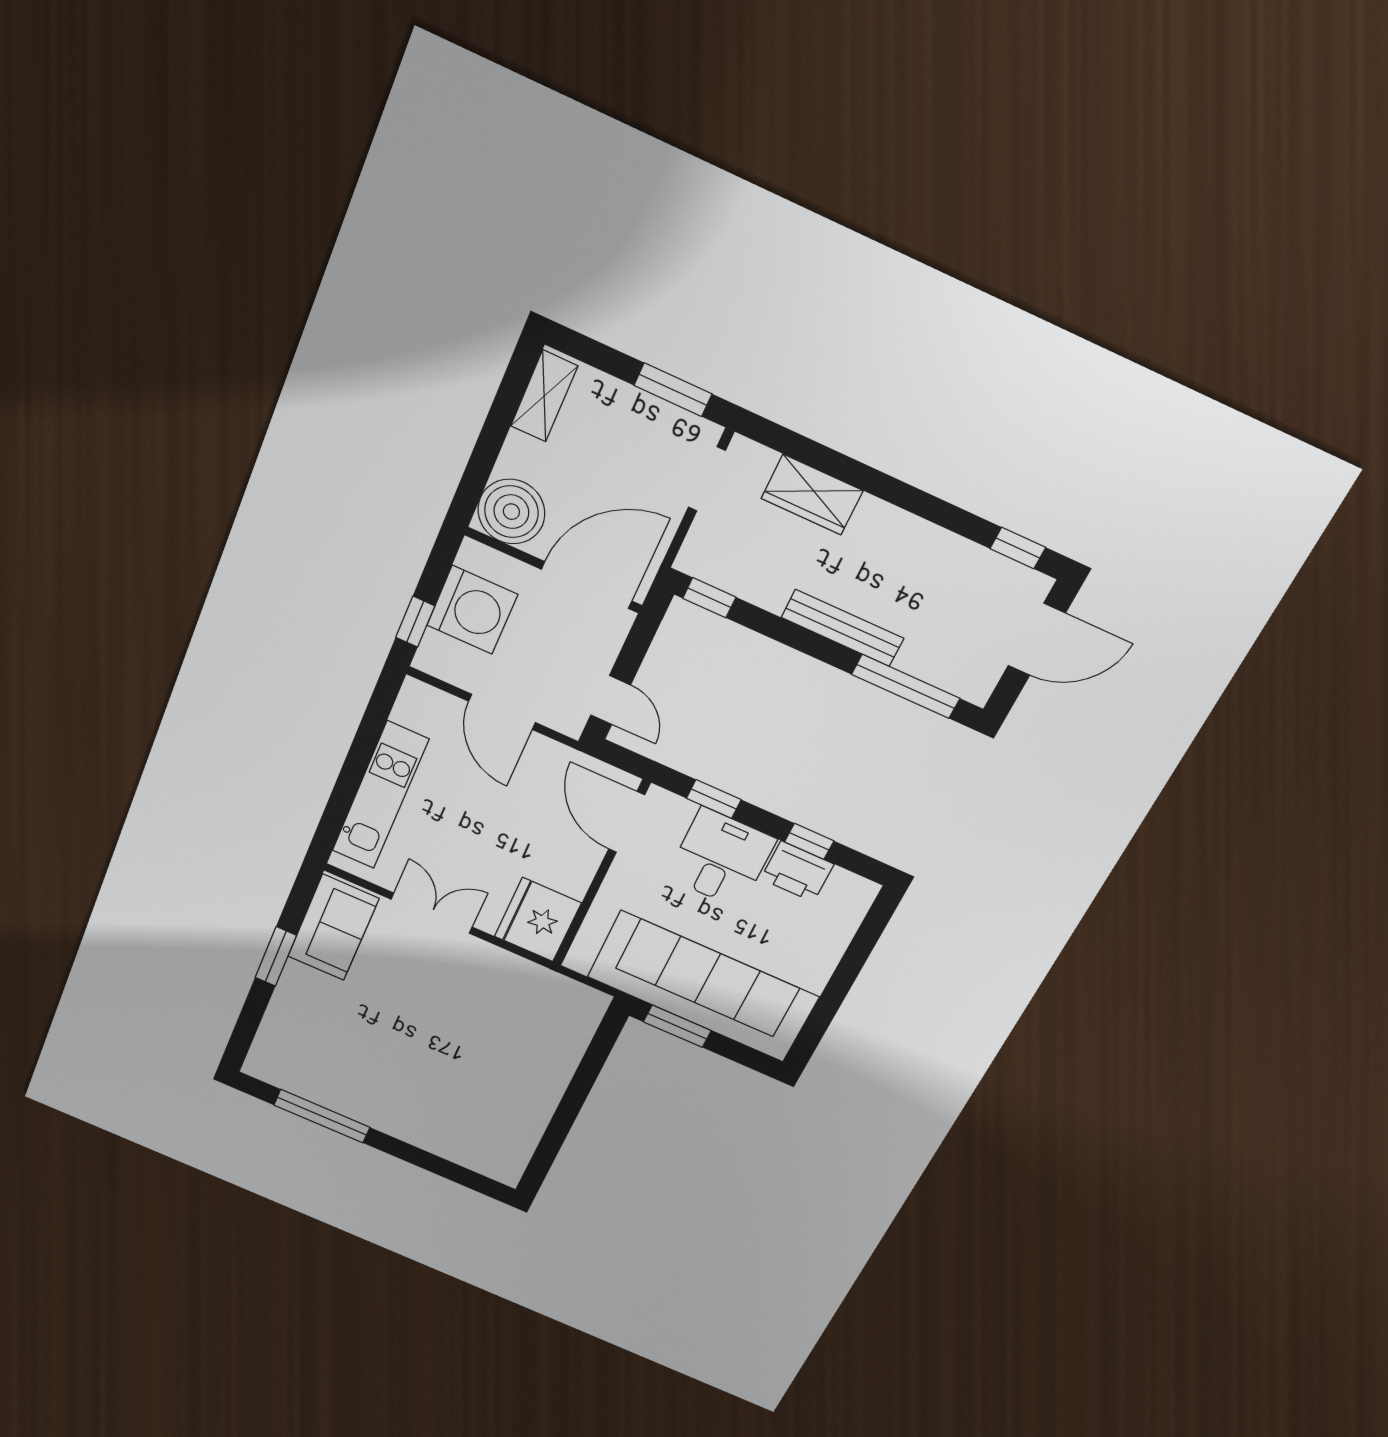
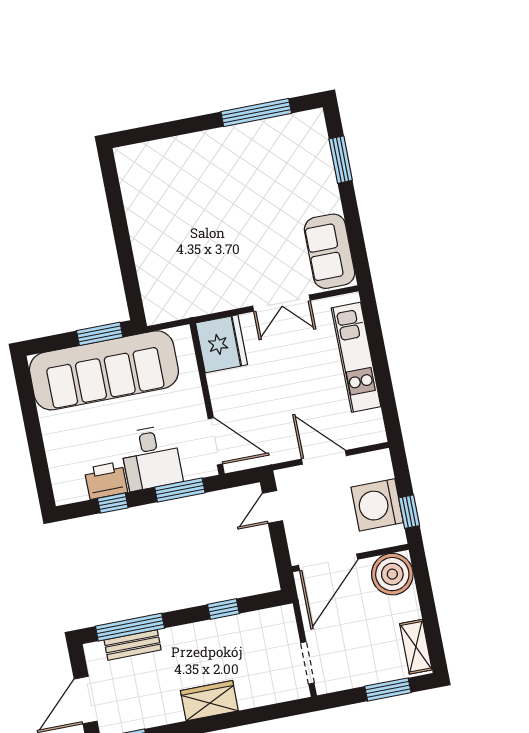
window: (673, 390) -> (388, 689), moved
wardrobe: (812, 495) -> (209, 701), moved
window: (709, 598) -> (223, 609), moved
window: (415, 622) -> (409, 512), moved
bench: (842, 628) -> (133, 645), moved, width x0.73
door: (611, 700) -> (272, 507), hinge flipped
window: (714, 799) -> (180, 490), width x1.50
window: (276, 956) -> (341, 160), moved

